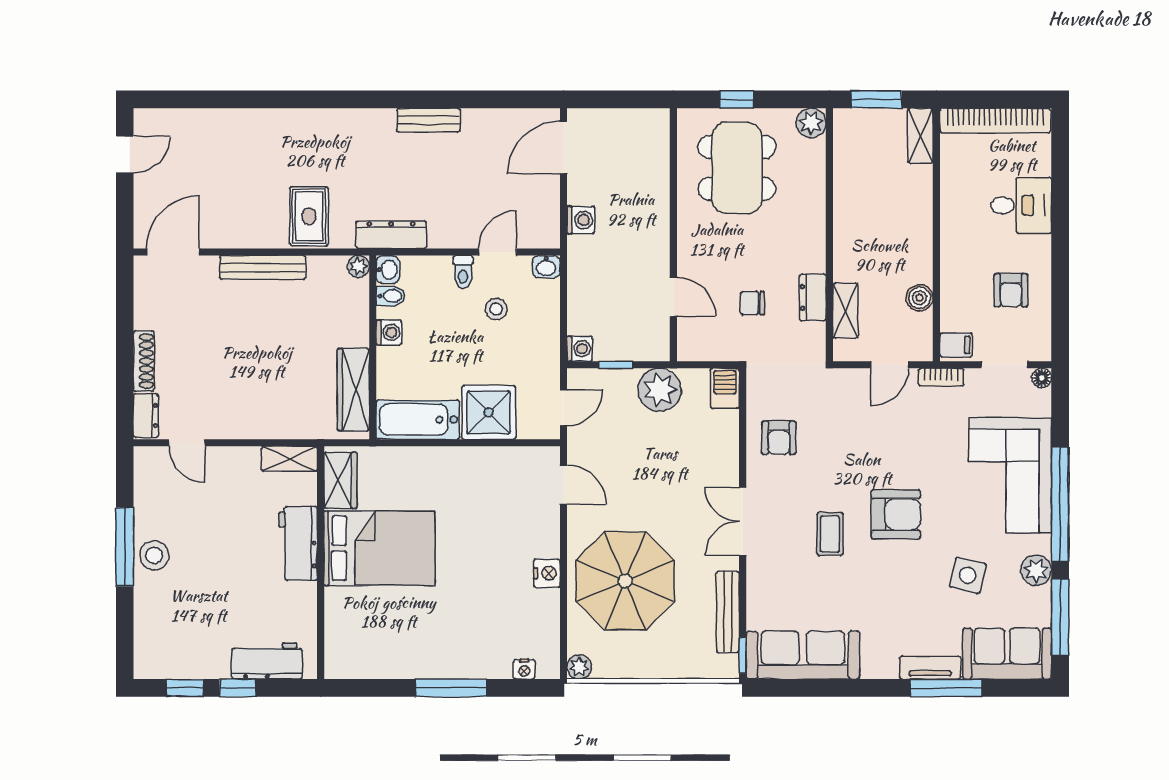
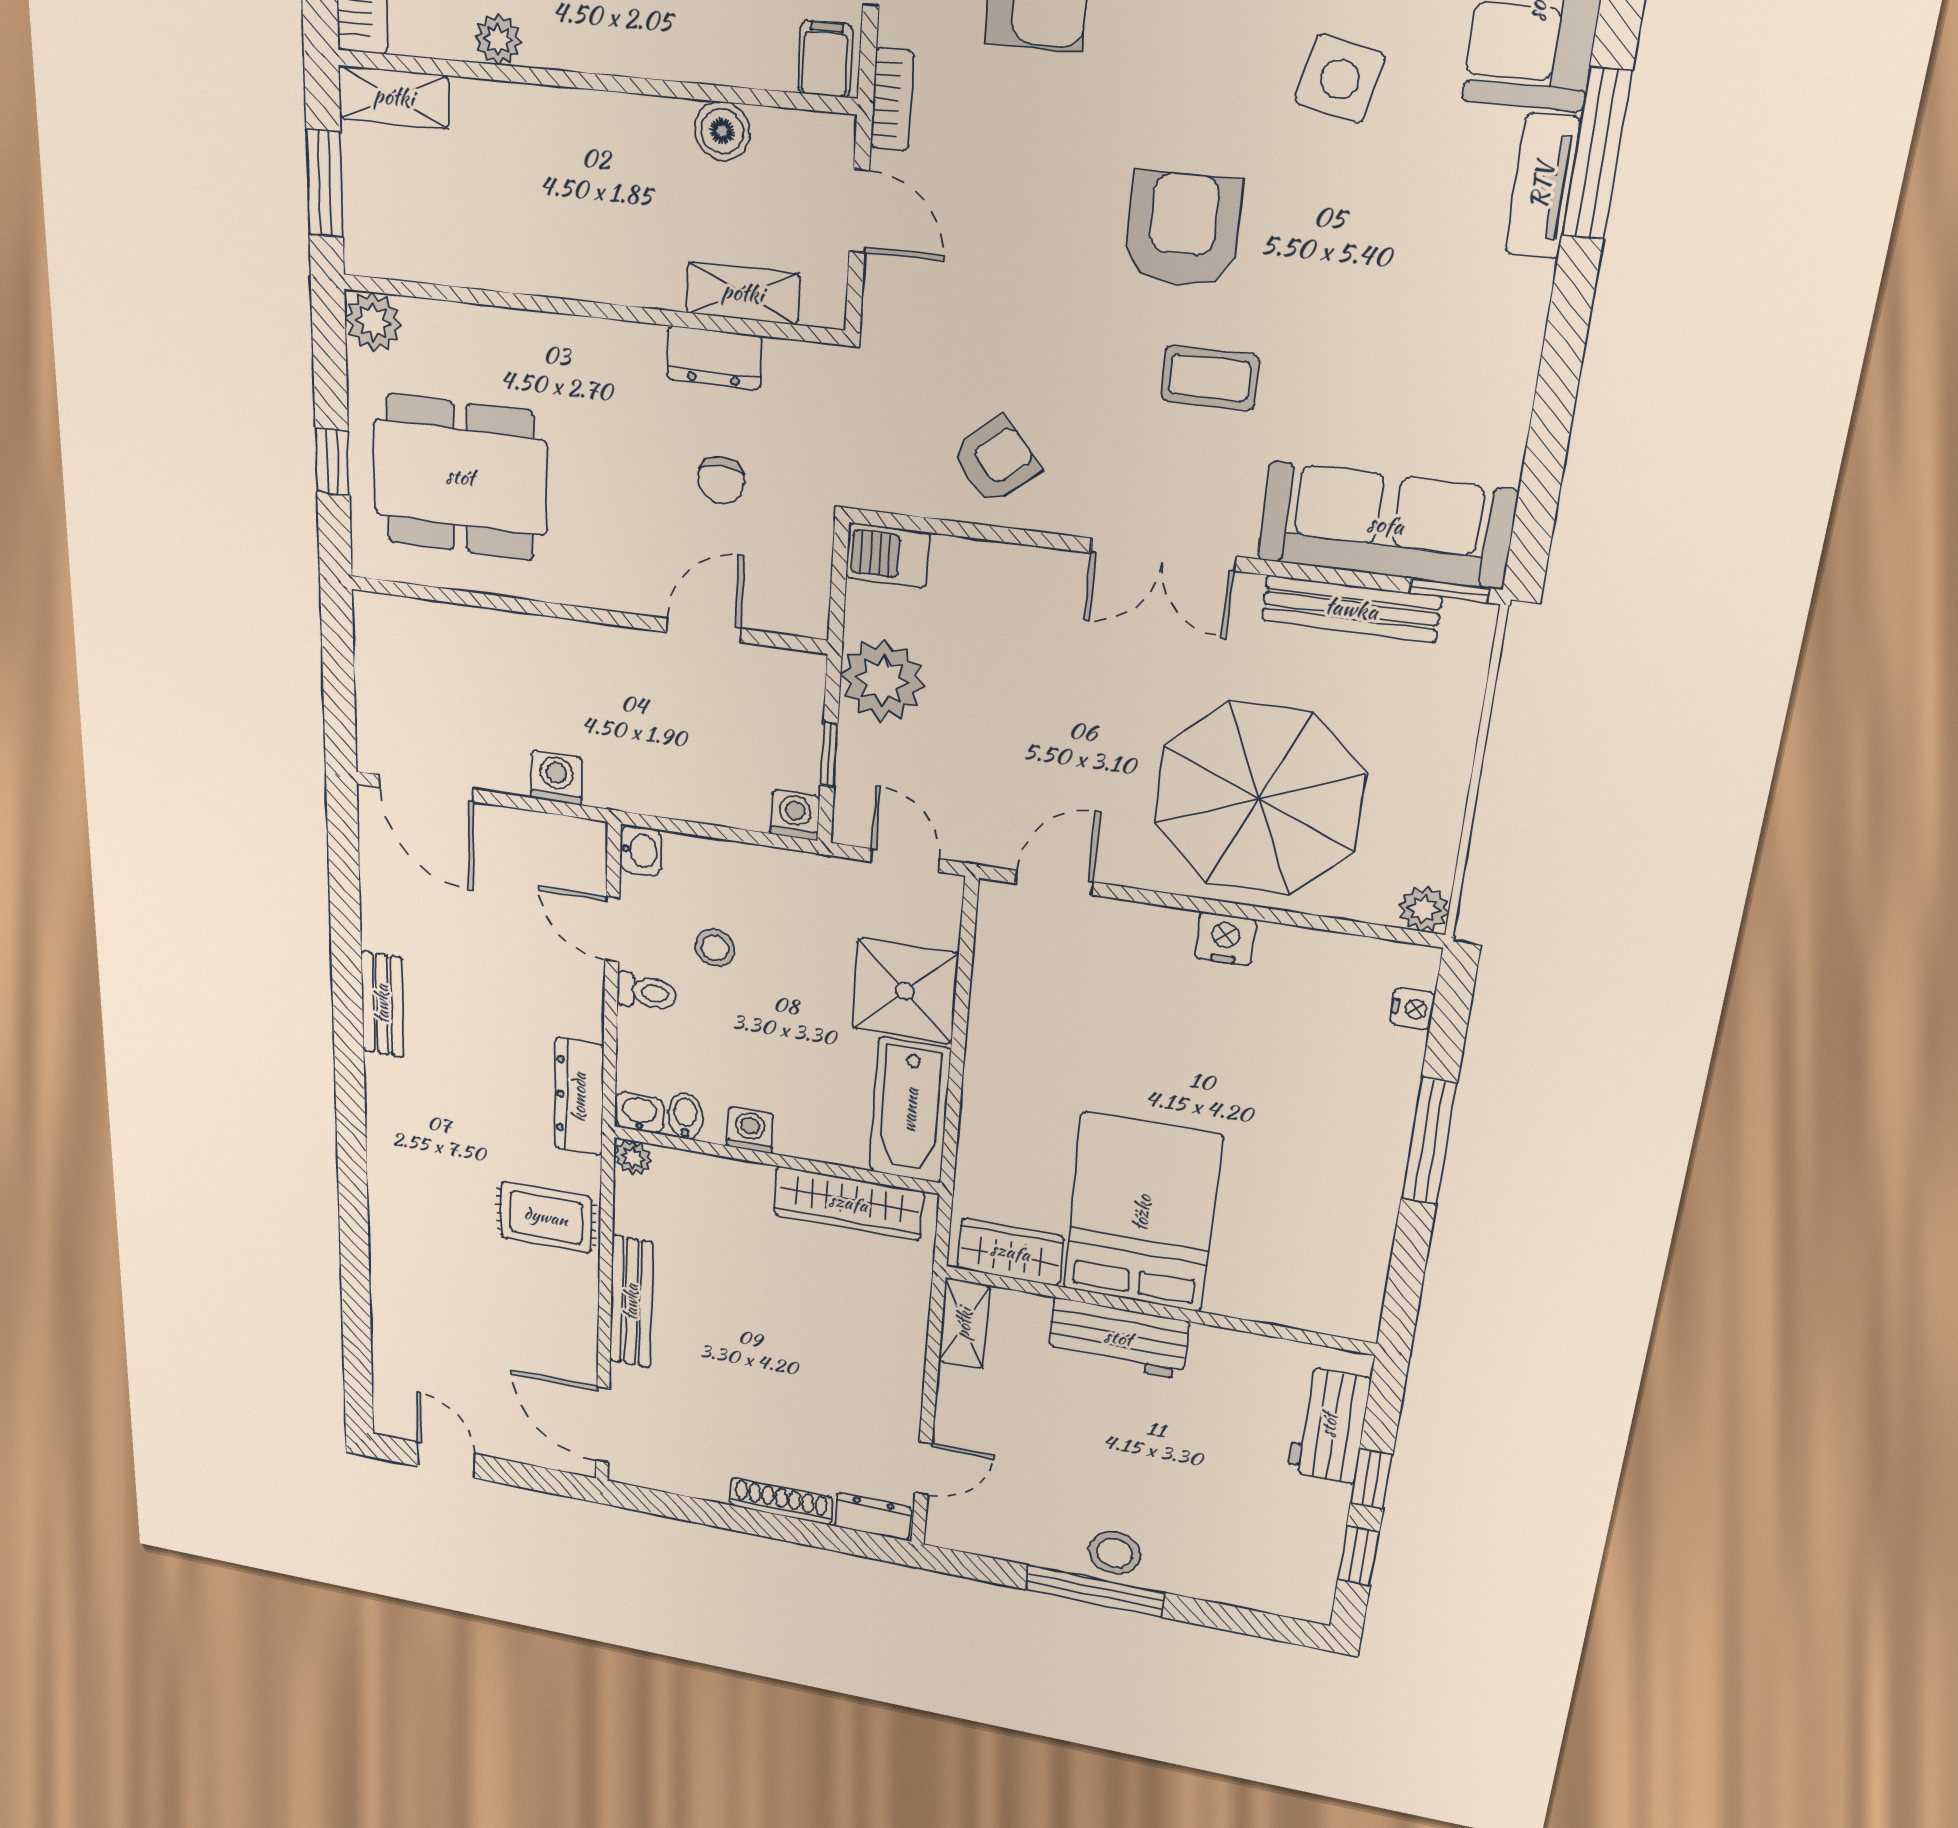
plant: (951, 188) -> (498, 40), added
armchair: (779, 438) -> (995, 460), turned -40
sofa: (803, 655) -> (1386, 525), moved, turned 90

